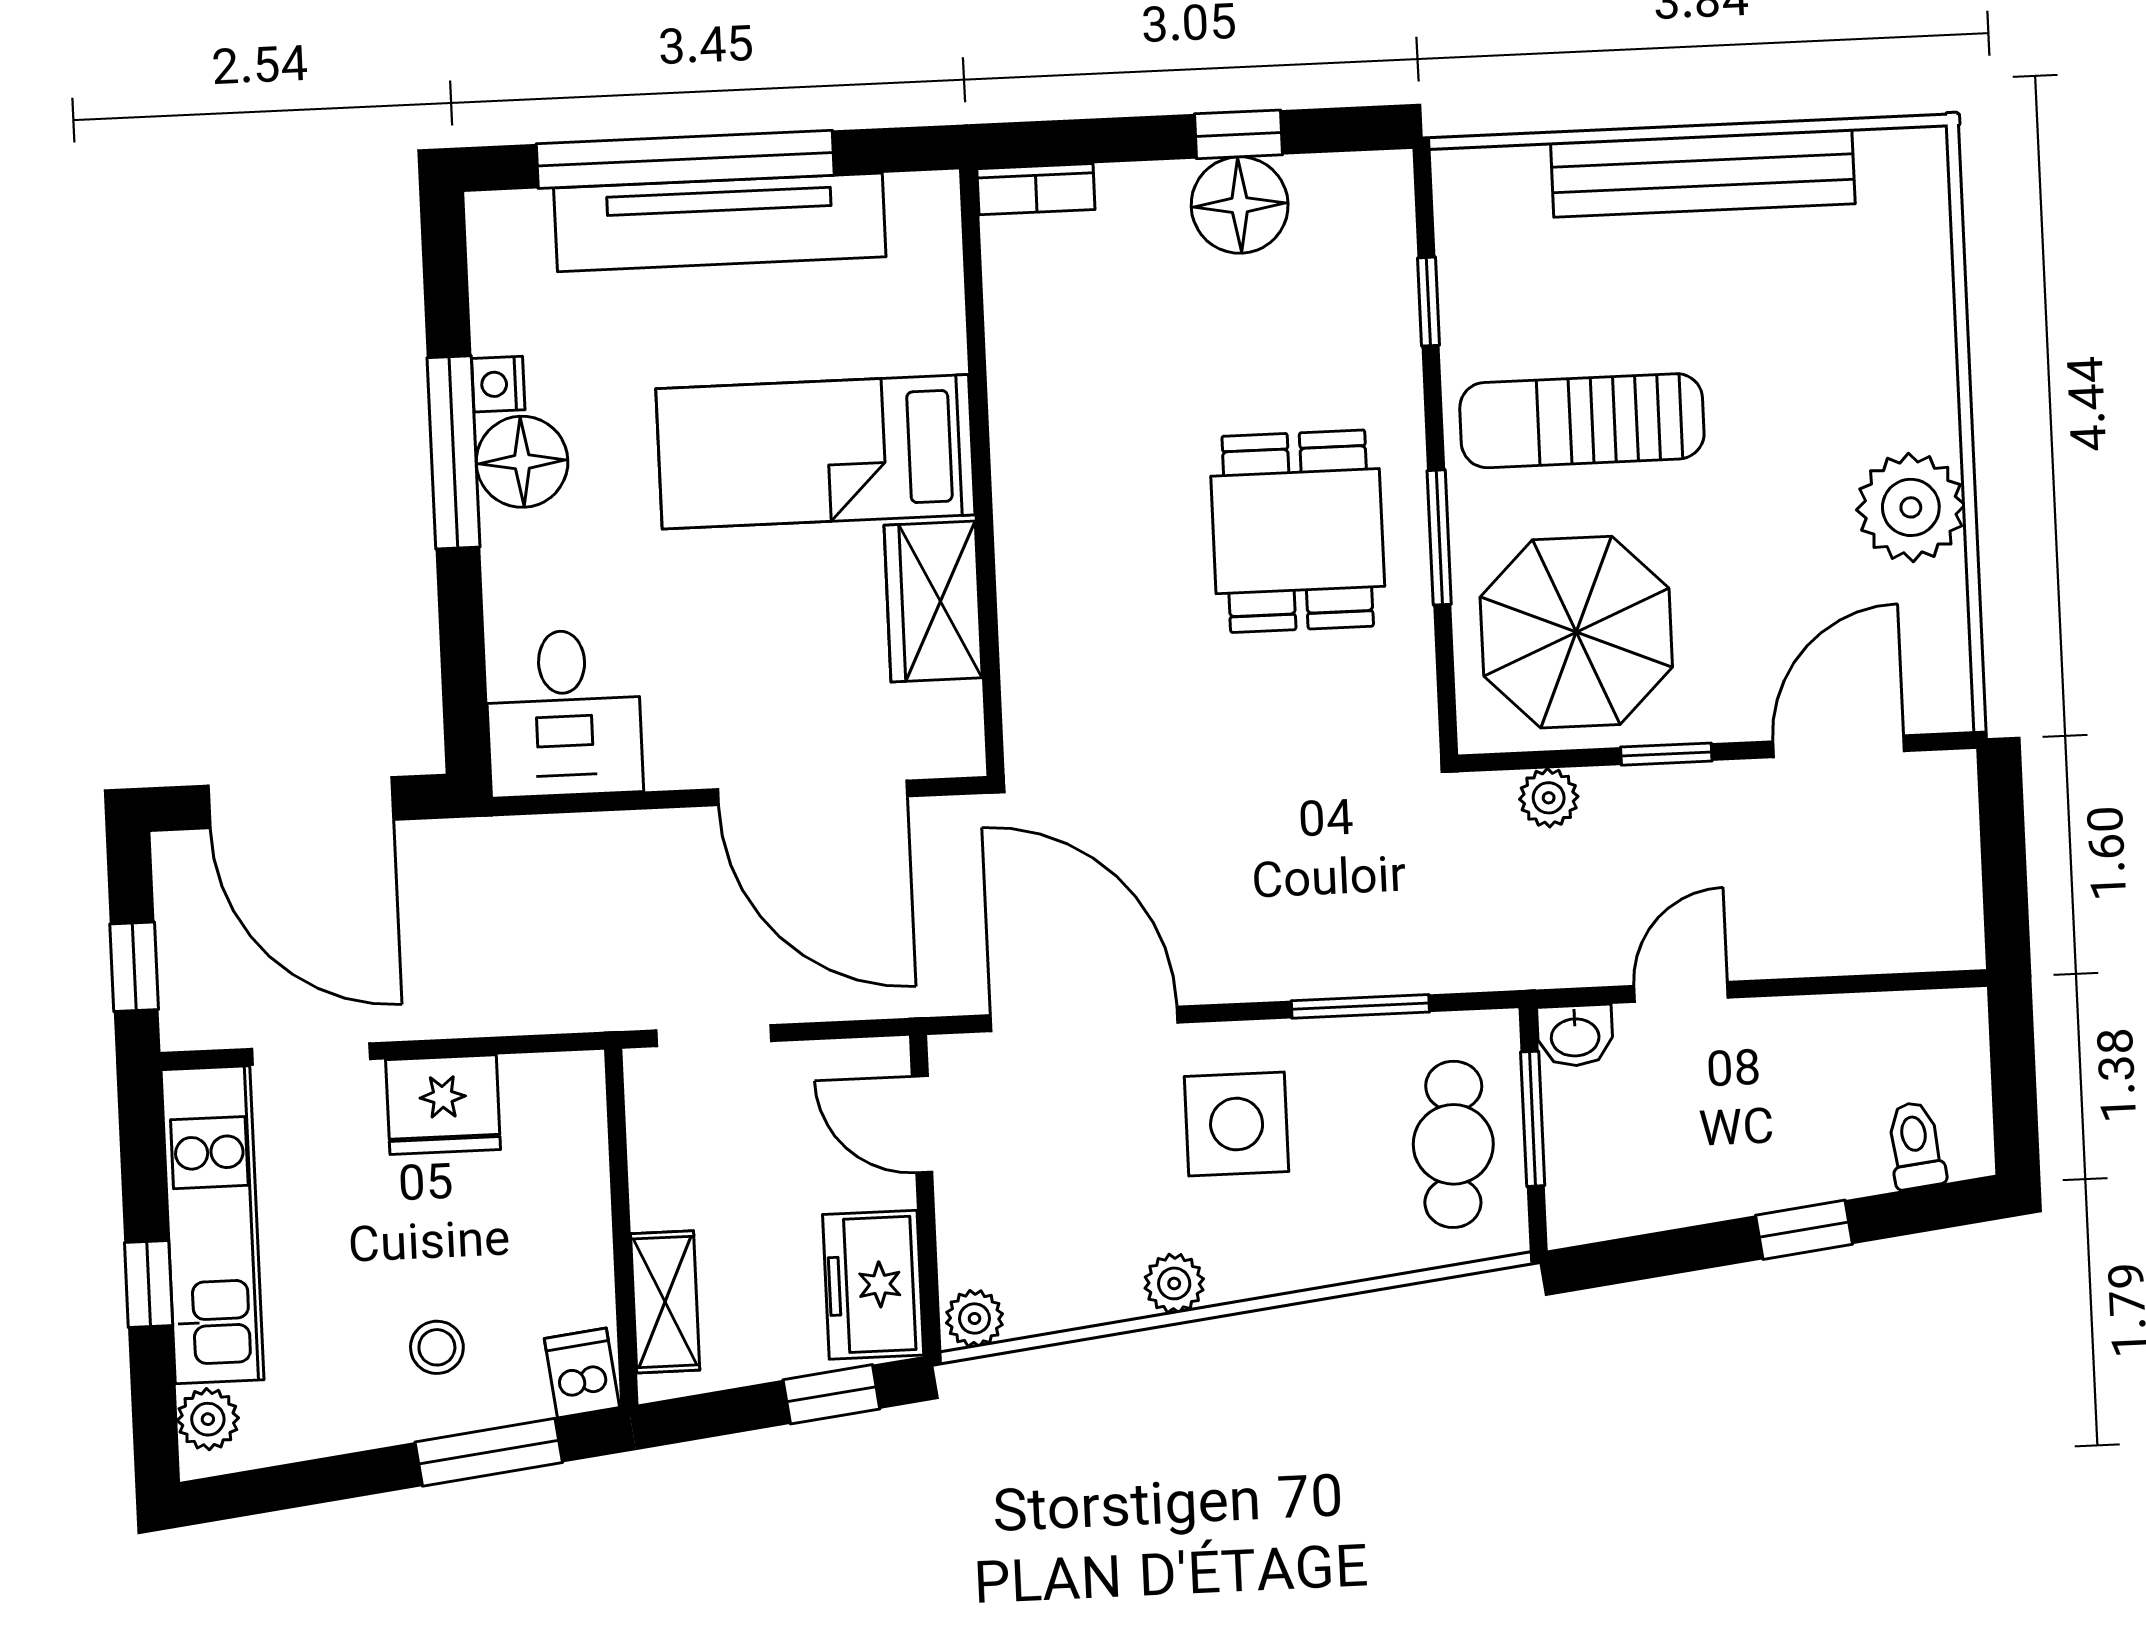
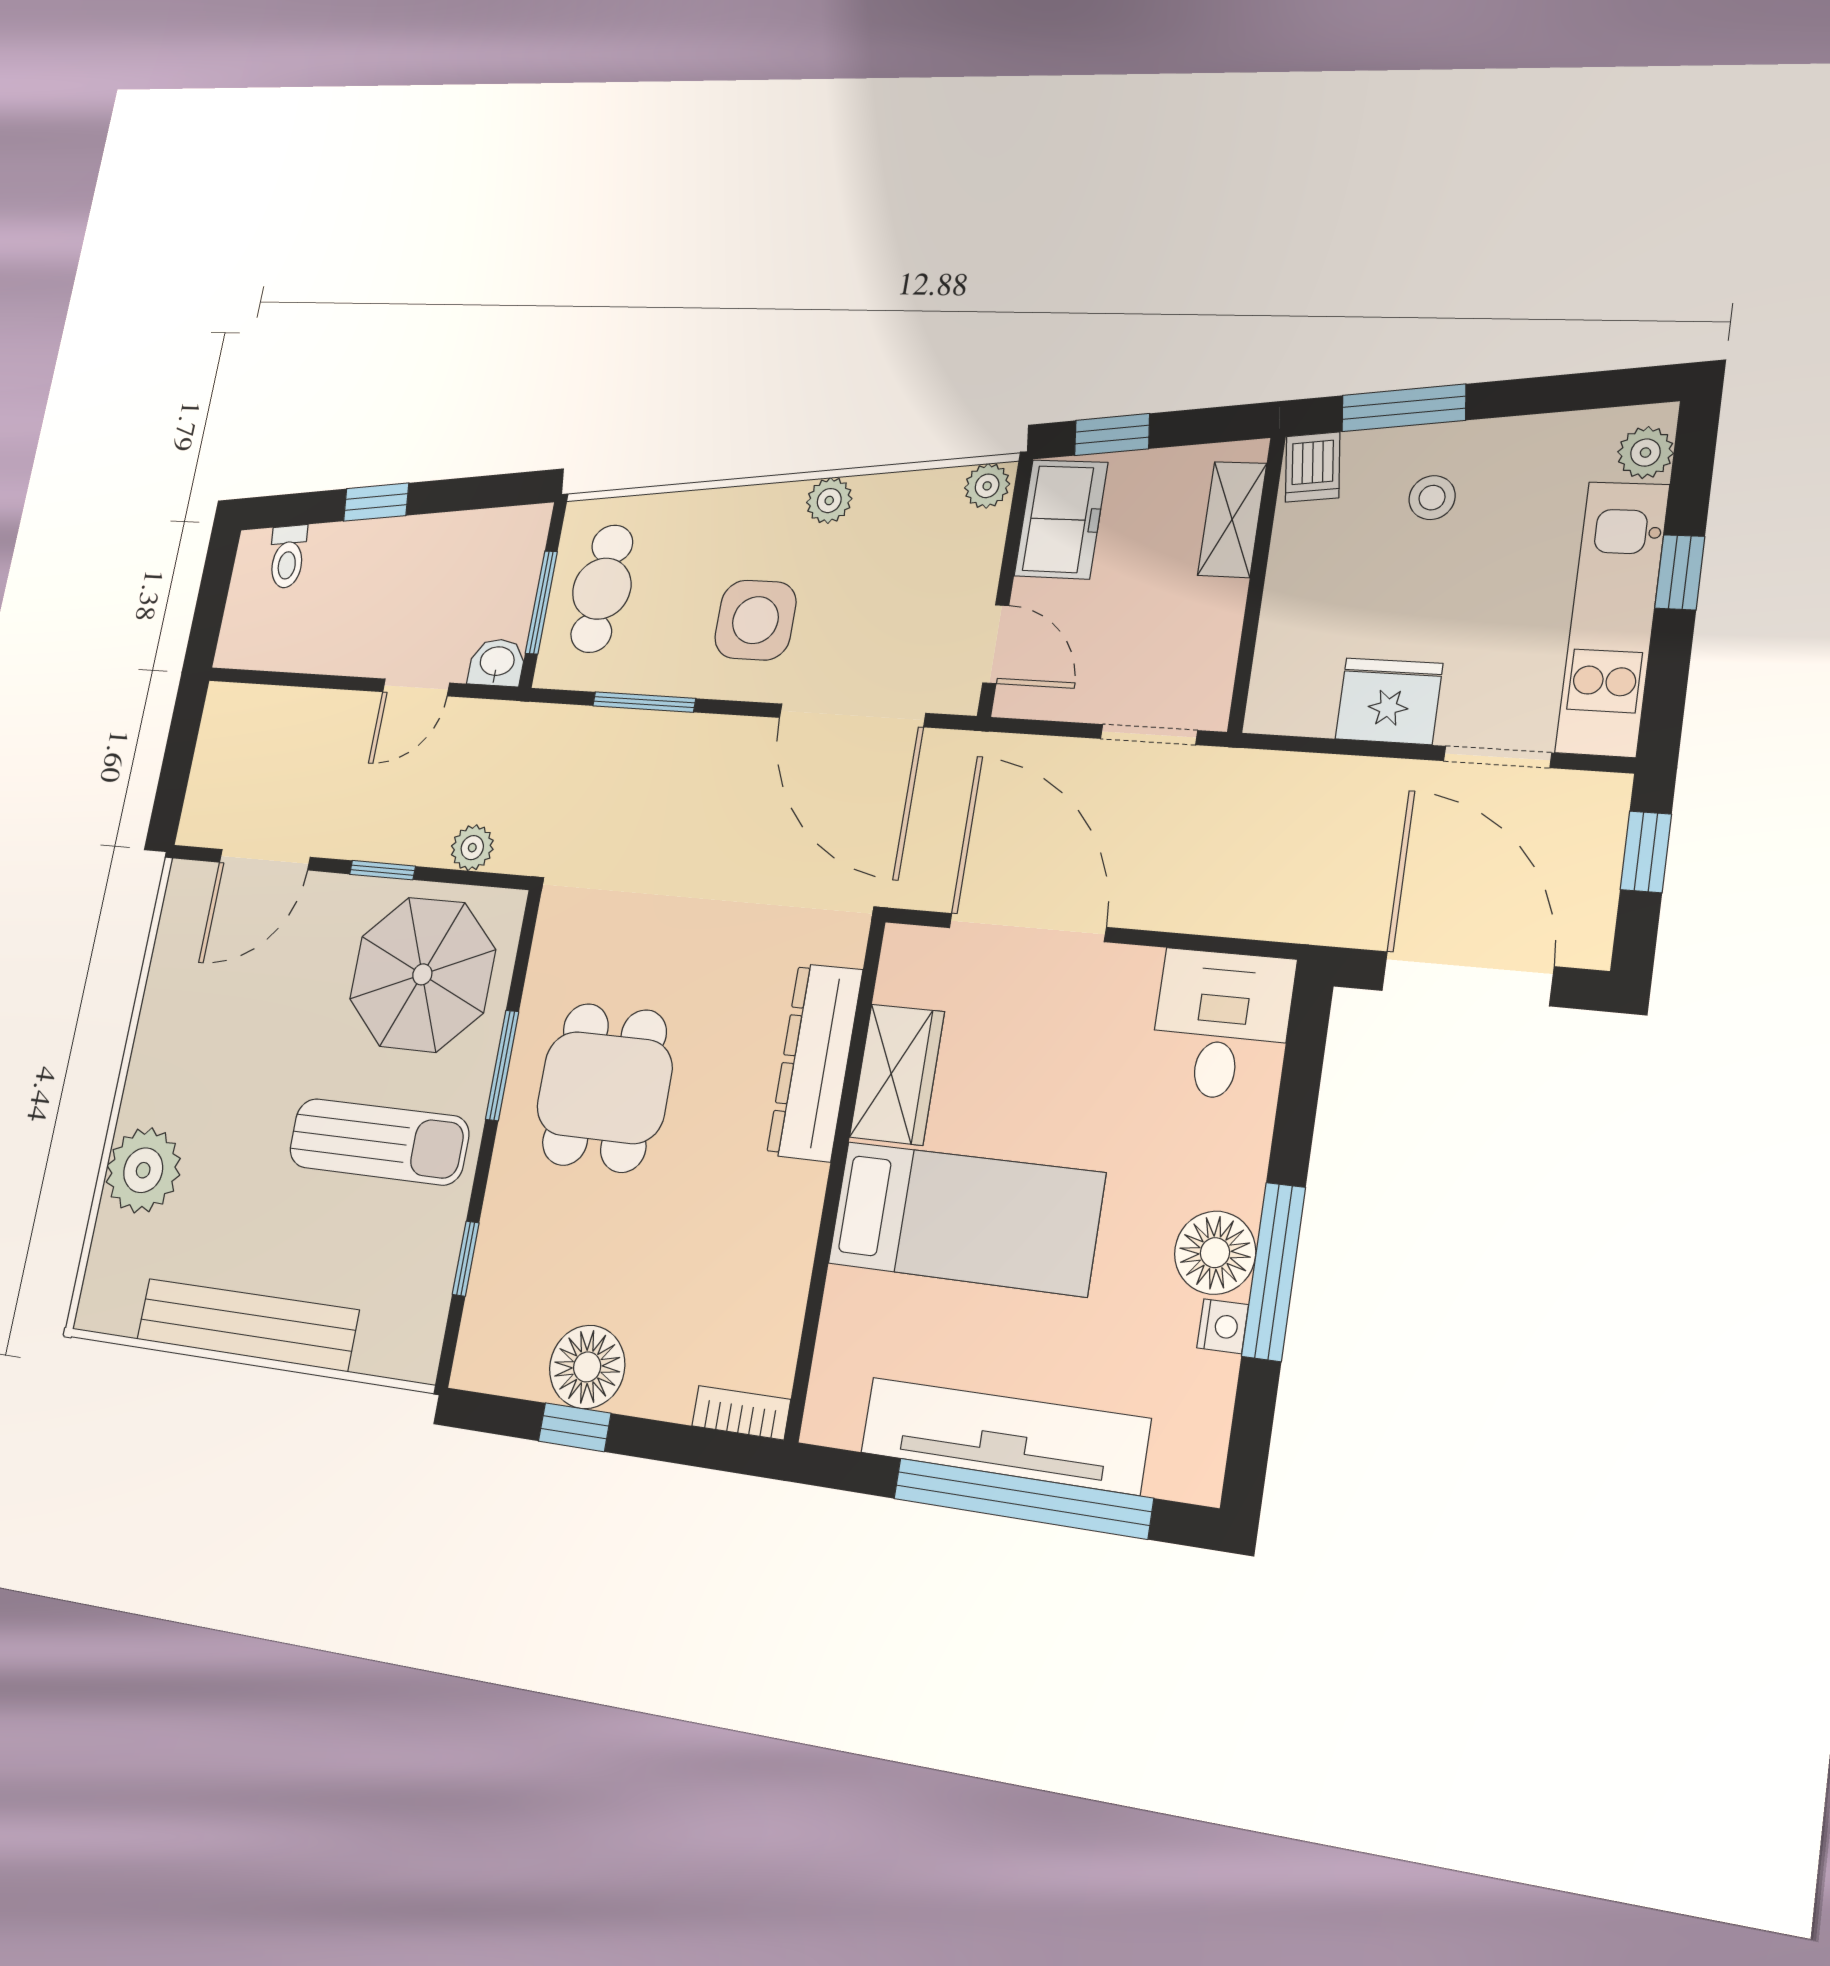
plant: (1911, 507) -> (143, 1170), moved
dresser: (1037, 601) -> (815, 1062), added

